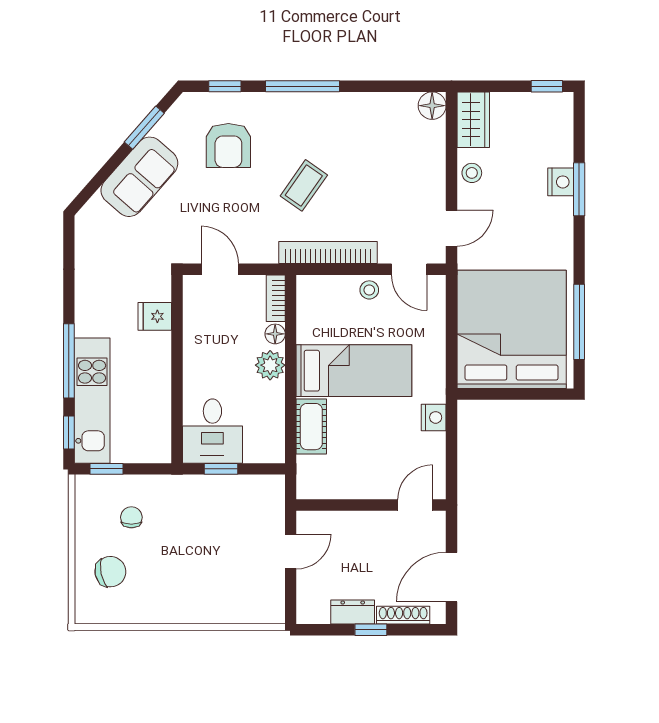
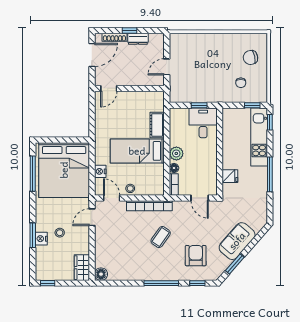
stool: (472, 173) -> (60, 233), moved
window: (69, 361) -> (270, 174), moved
nightstand: (434, 417) -> (100, 171), moved

